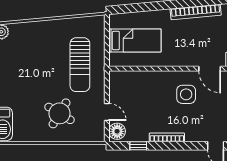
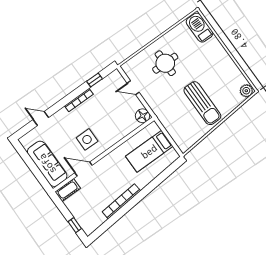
sun lounger: (80, 65) -> (202, 103), moved, turned 180
round table: (60, 113) -> (165, 63), turned -31
floor lamp: (117, 131) -> (143, 116), moved

